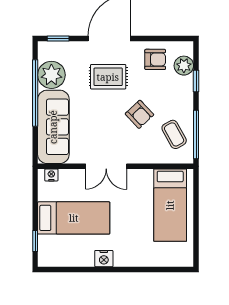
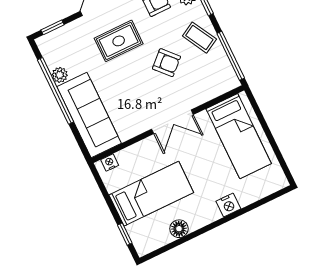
plant: (51, 75) -> (60, 75), width x0.53, depth x0.53
coffee table: (174, 134) -> (199, 38), moved
double door: (106, 166) -> (172, 122), moved
floor lamp: (83, 258) -> (179, 229), added
nightstand: (104, 259) -> (228, 205), moved

